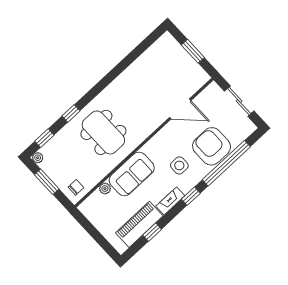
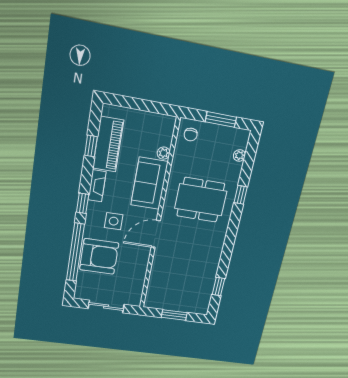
door: (180, 109) -> (156, 234), moved
window: (44, 138) -> (218, 287), moved
plant: (38, 158) -> (239, 155), moved

